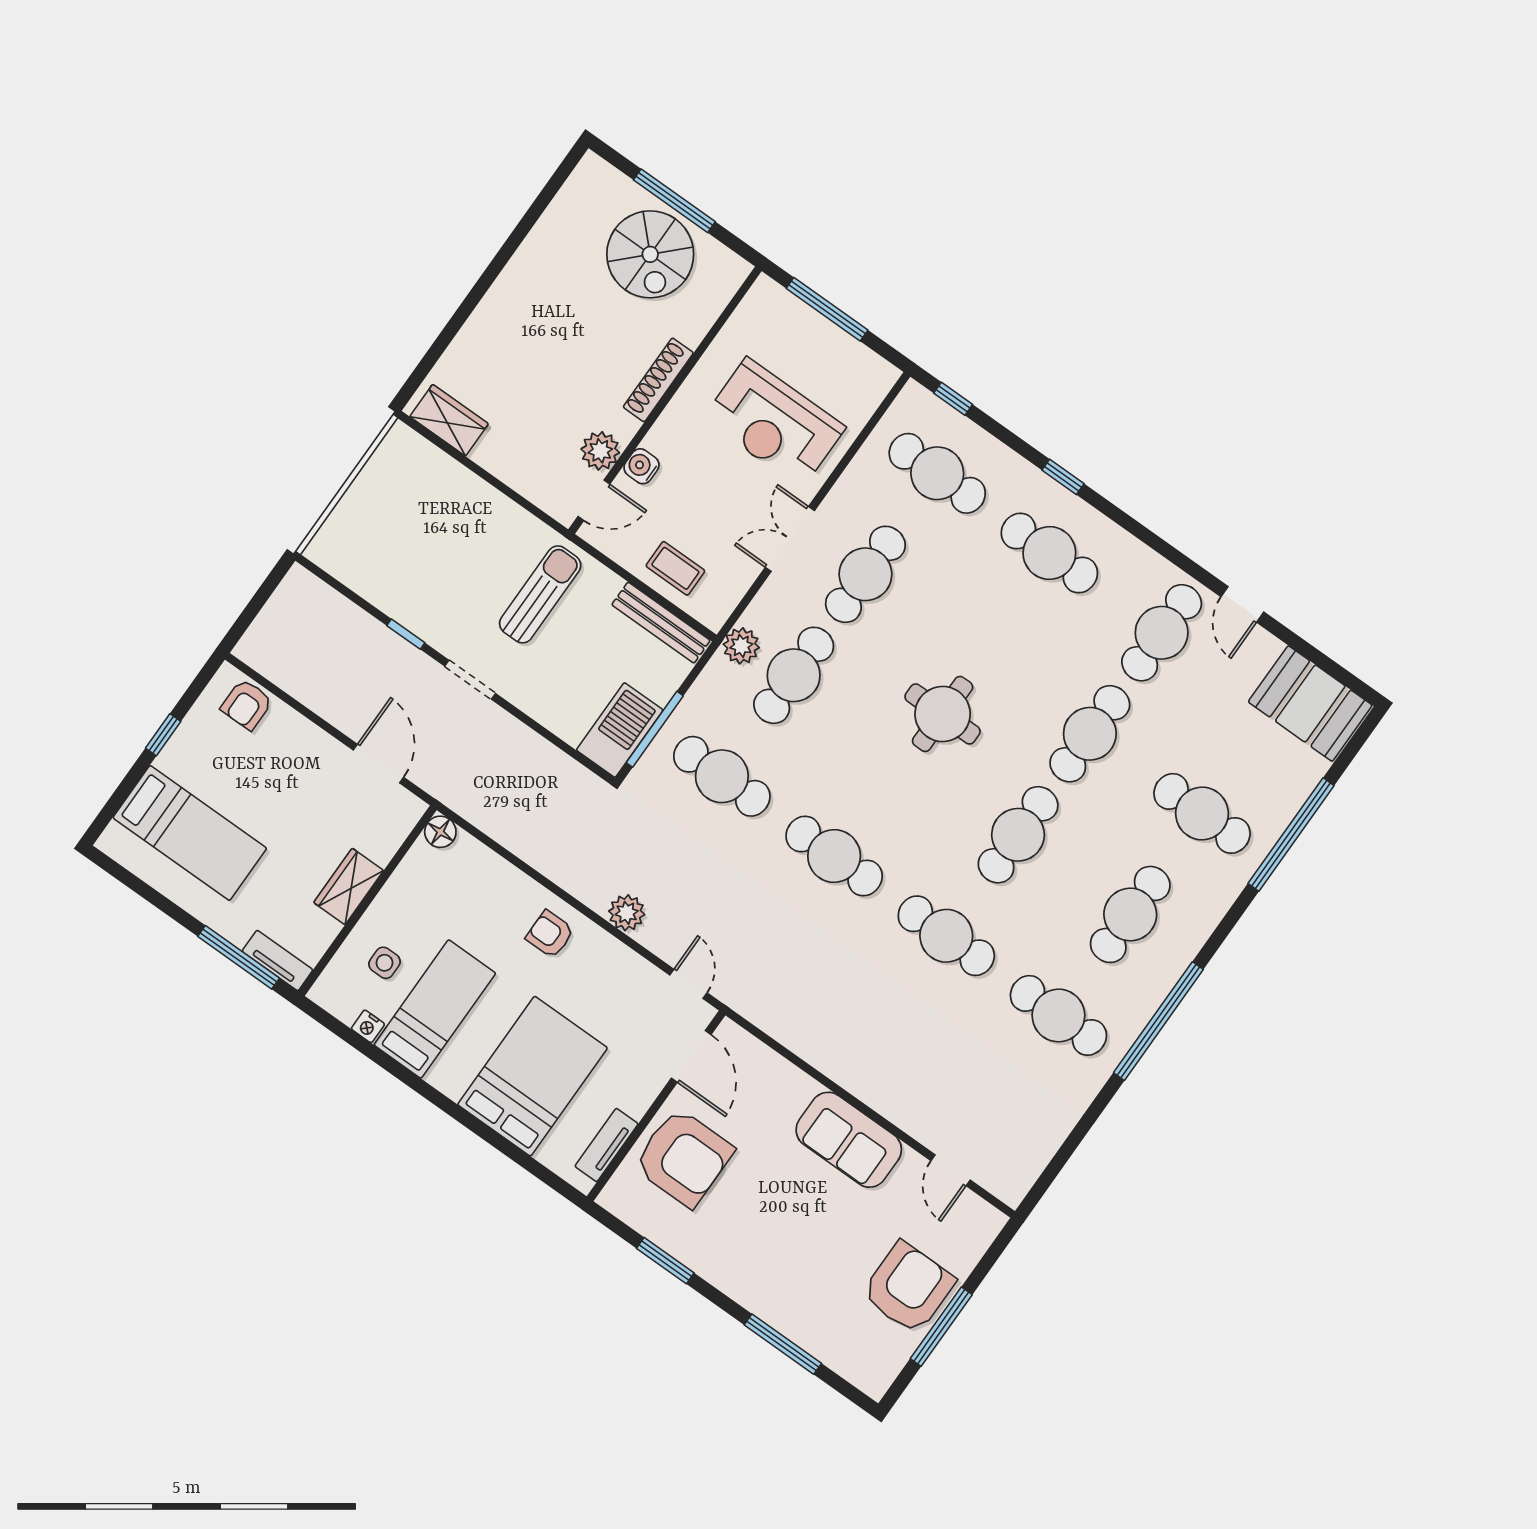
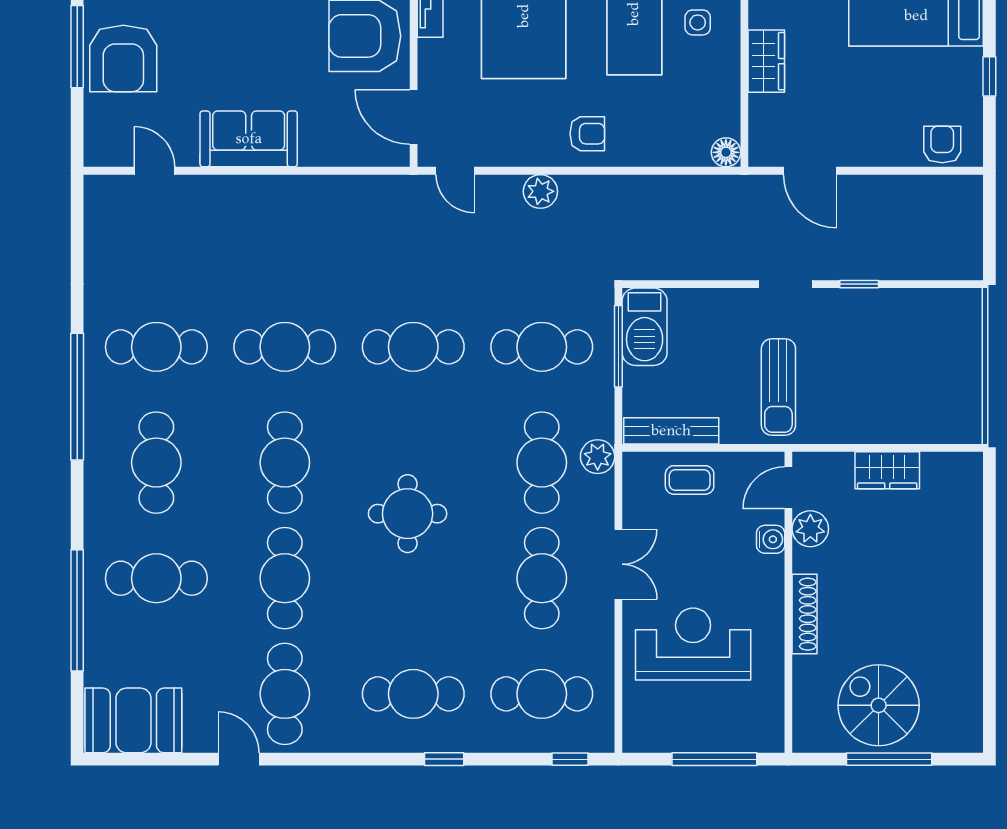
wardrobe: (449, 420) -> (887, 470), moved

